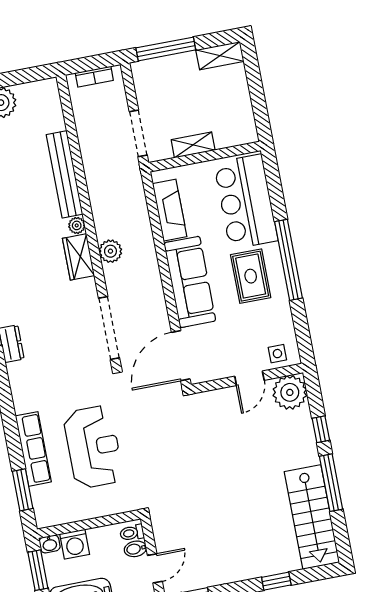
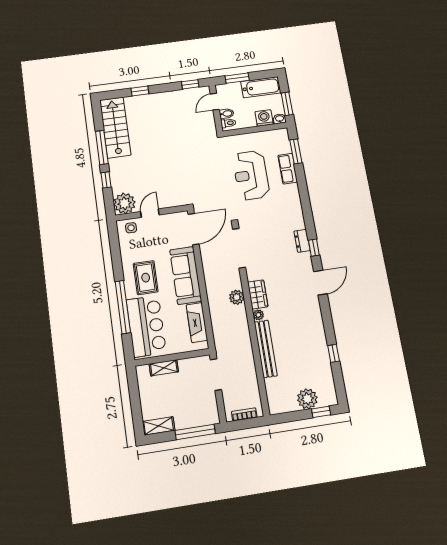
shelving: (193, 145) -> (164, 368), moved
window: (289, 260) -> (123, 307), moved
row of seats: (33, 449) -> (288, 169), width x0.68

